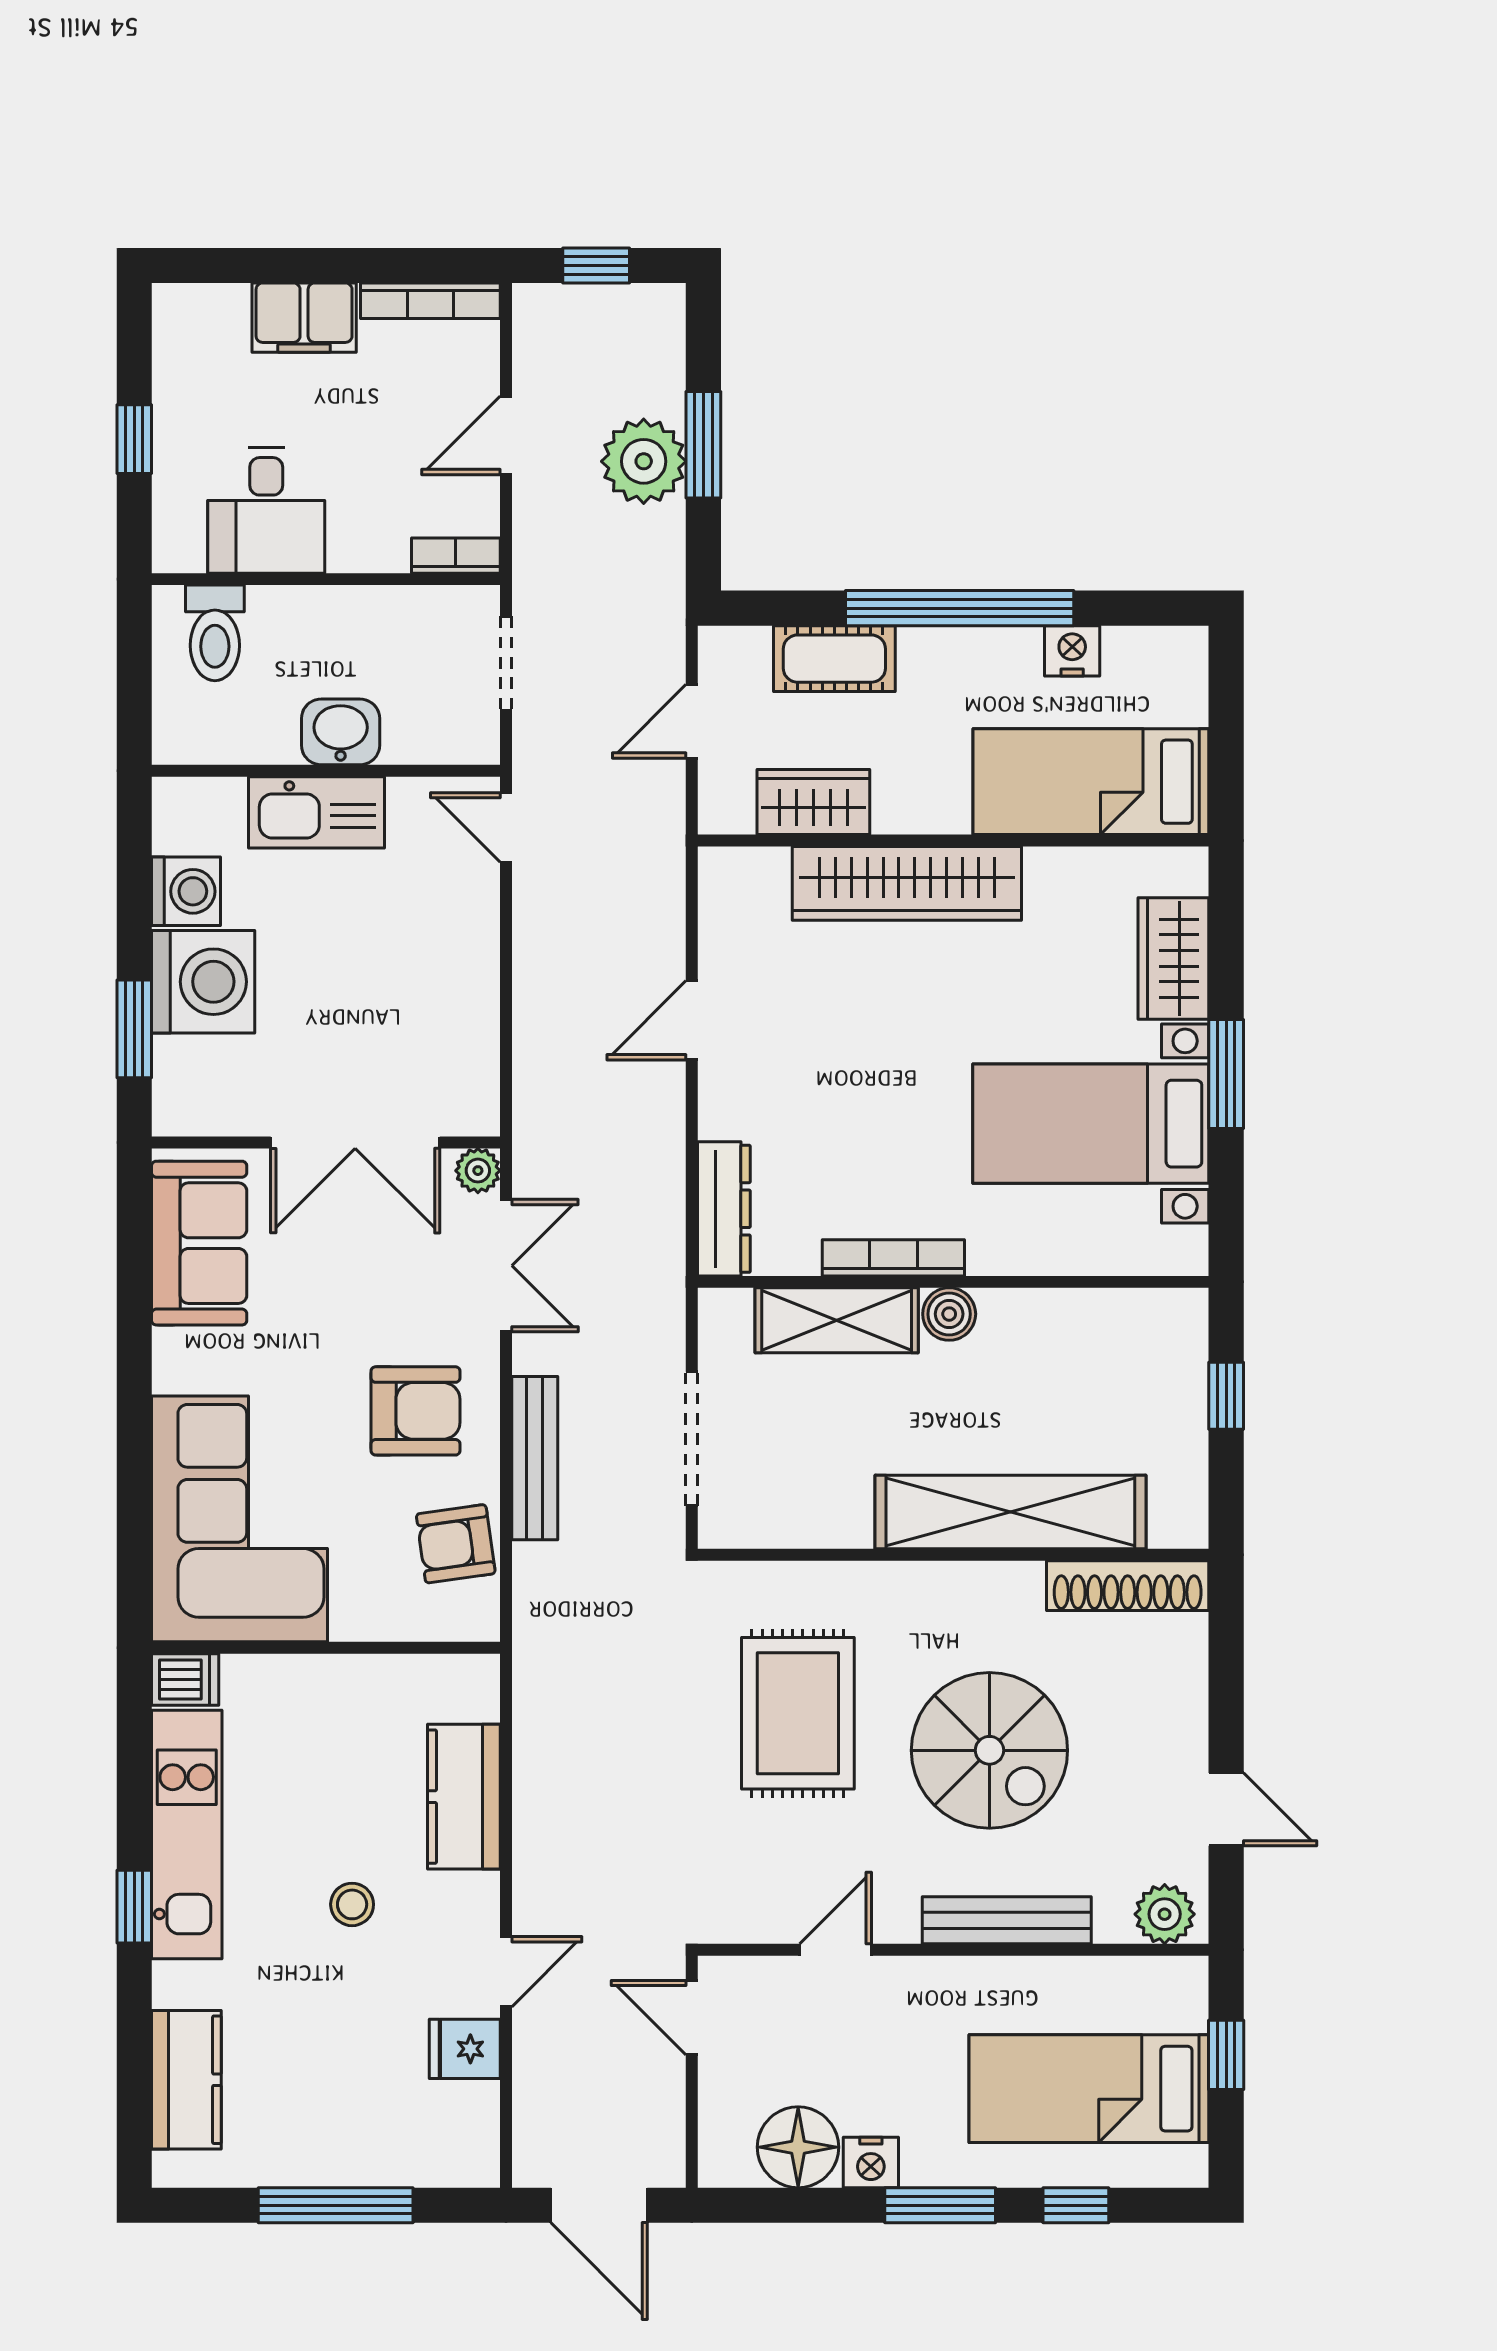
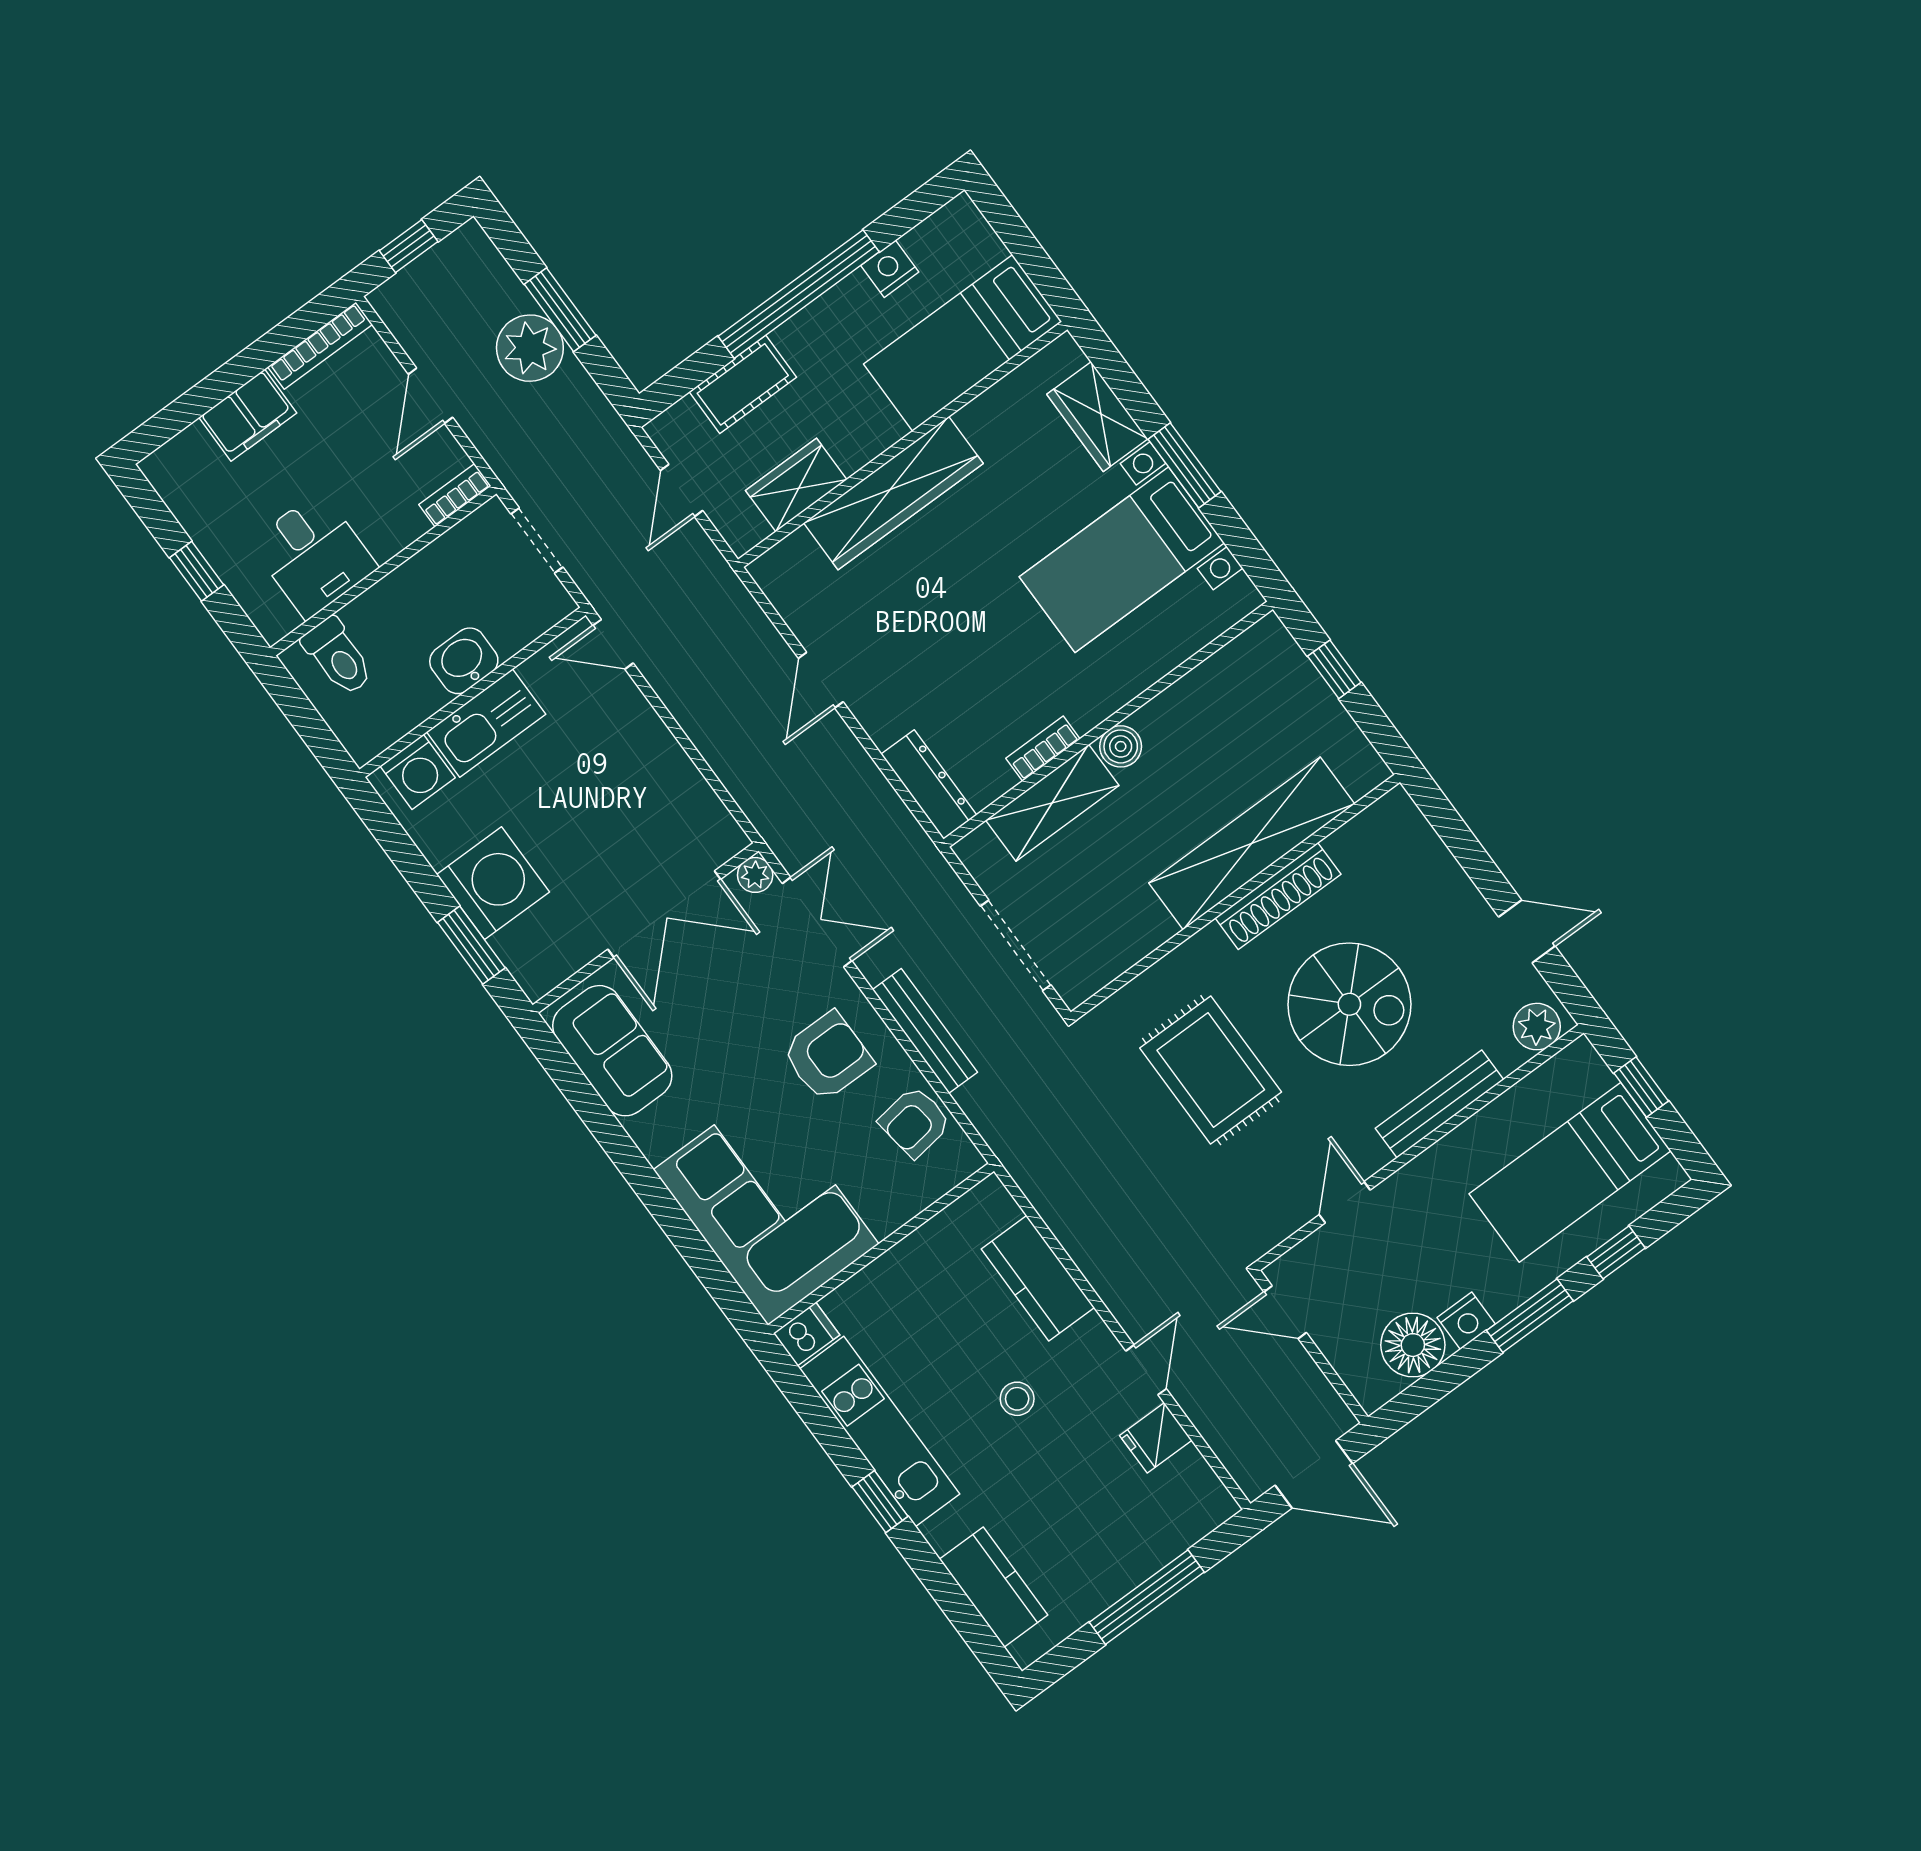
washing machine: (186, 891) -> (418, 772), moved, turned 90
bookcase: (893, 1258) -> (1043, 749), width x0.64
shoe rack: (1128, 1586) -> (1278, 896), moved

